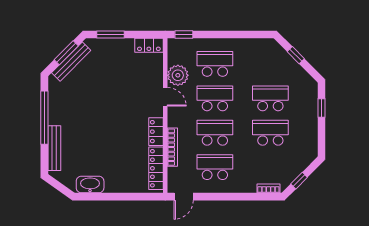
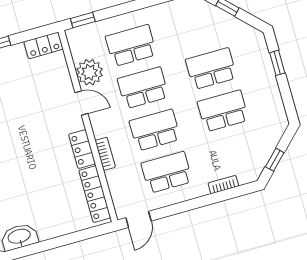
bookcase: (172, 147) -> (105, 154), width x0.64
bookcase: (268, 188) -> (223, 185), moved

